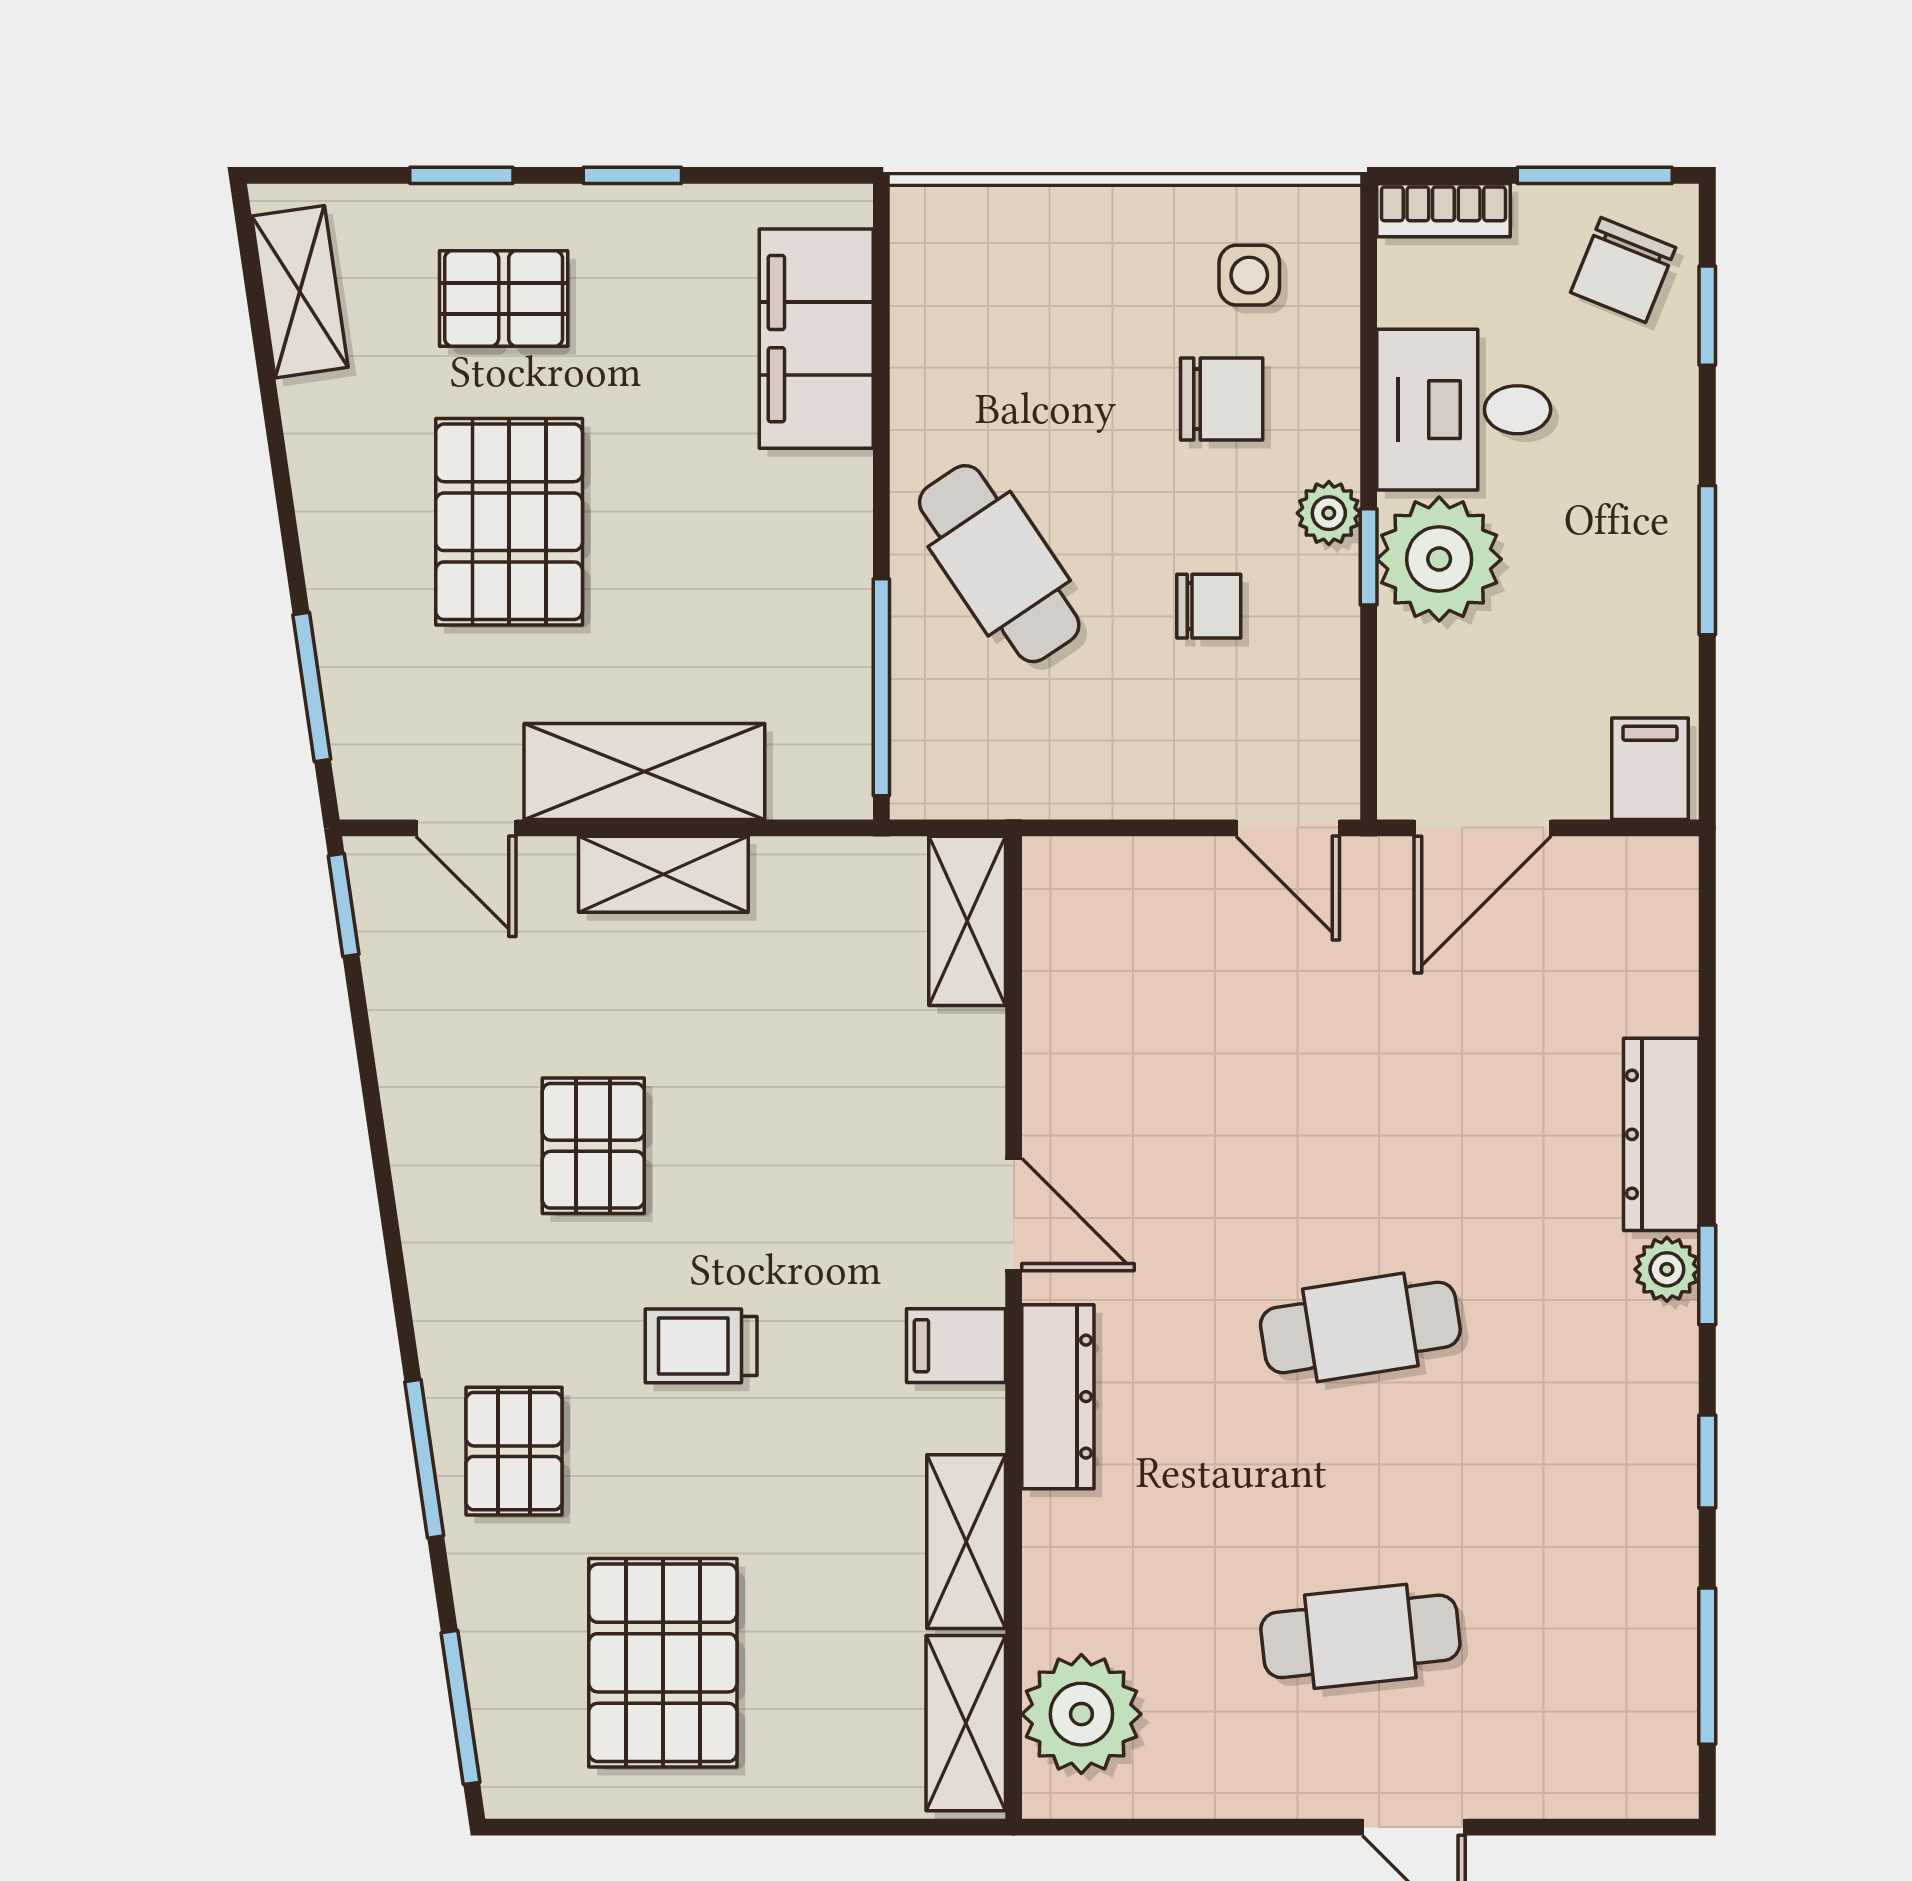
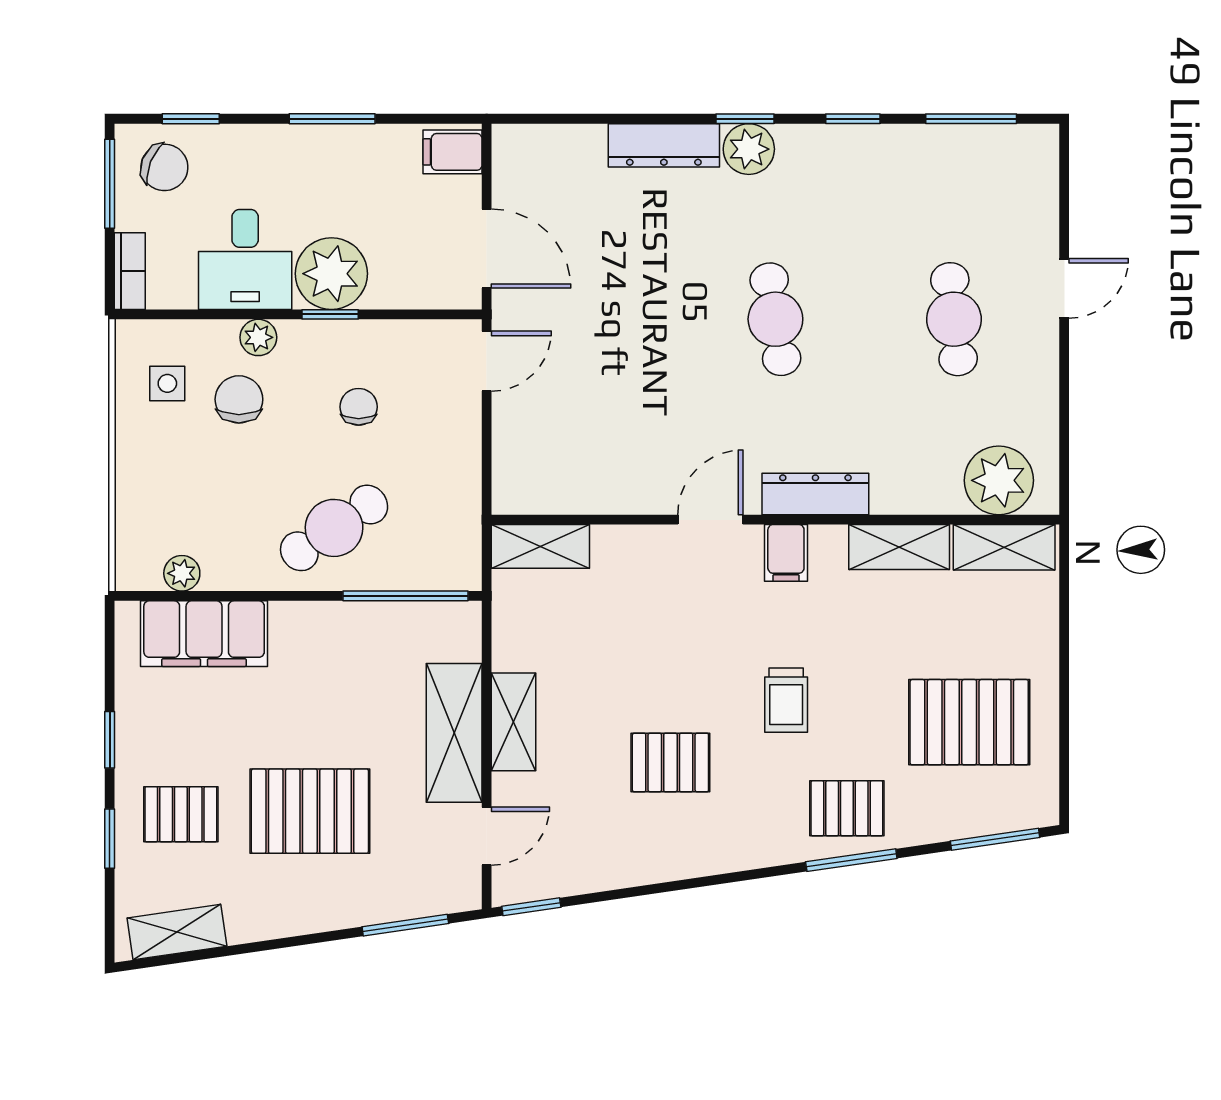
pallet: (504, 298) -> (181, 814), turned 90
plant: (921, 300) -> (182, 573), added
plant: (1329, 513) -> (258, 337), moved
plant: (1667, 1269) -> (749, 149), width x1.38, depth x1.38

